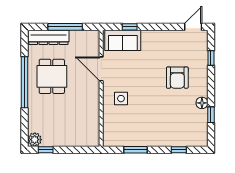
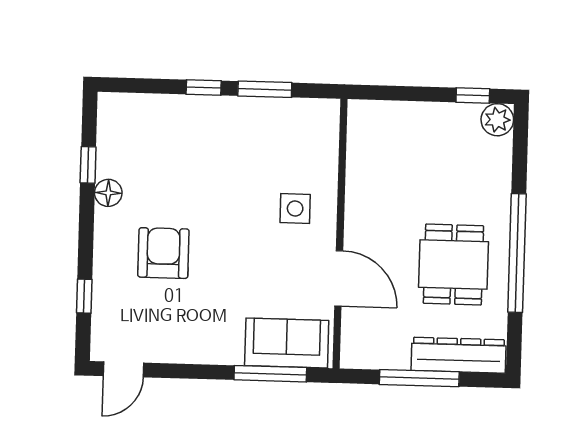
window: (130, 27) -> (270, 374), width x2.17
window: (179, 150) -> (204, 87), moved

